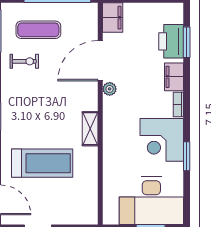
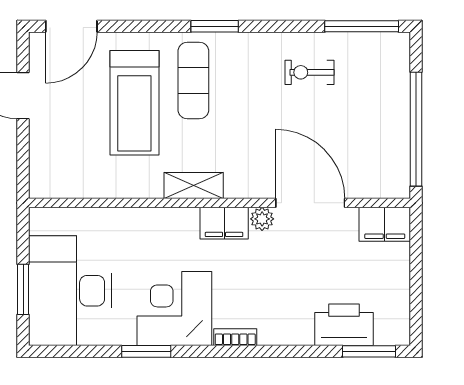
exercise mat: (38, 30) -> (193, 81), moved
window: (187, 42) -> (369, 351), moved
exercise bike: (24, 61) -> (309, 72), turned 90
filing cabinet: (174, 77) -> (224, 223), moved, turned 180

